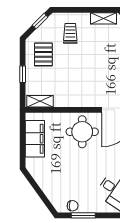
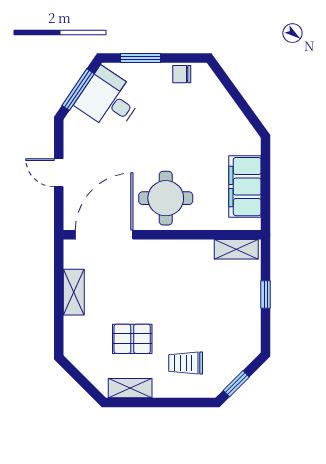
trolley: (70, 33) -> (186, 363), turned 90
pallet: (43, 54) -> (132, 339), moved, turned 90
window: (83, 215) -> (140, 58), moved

